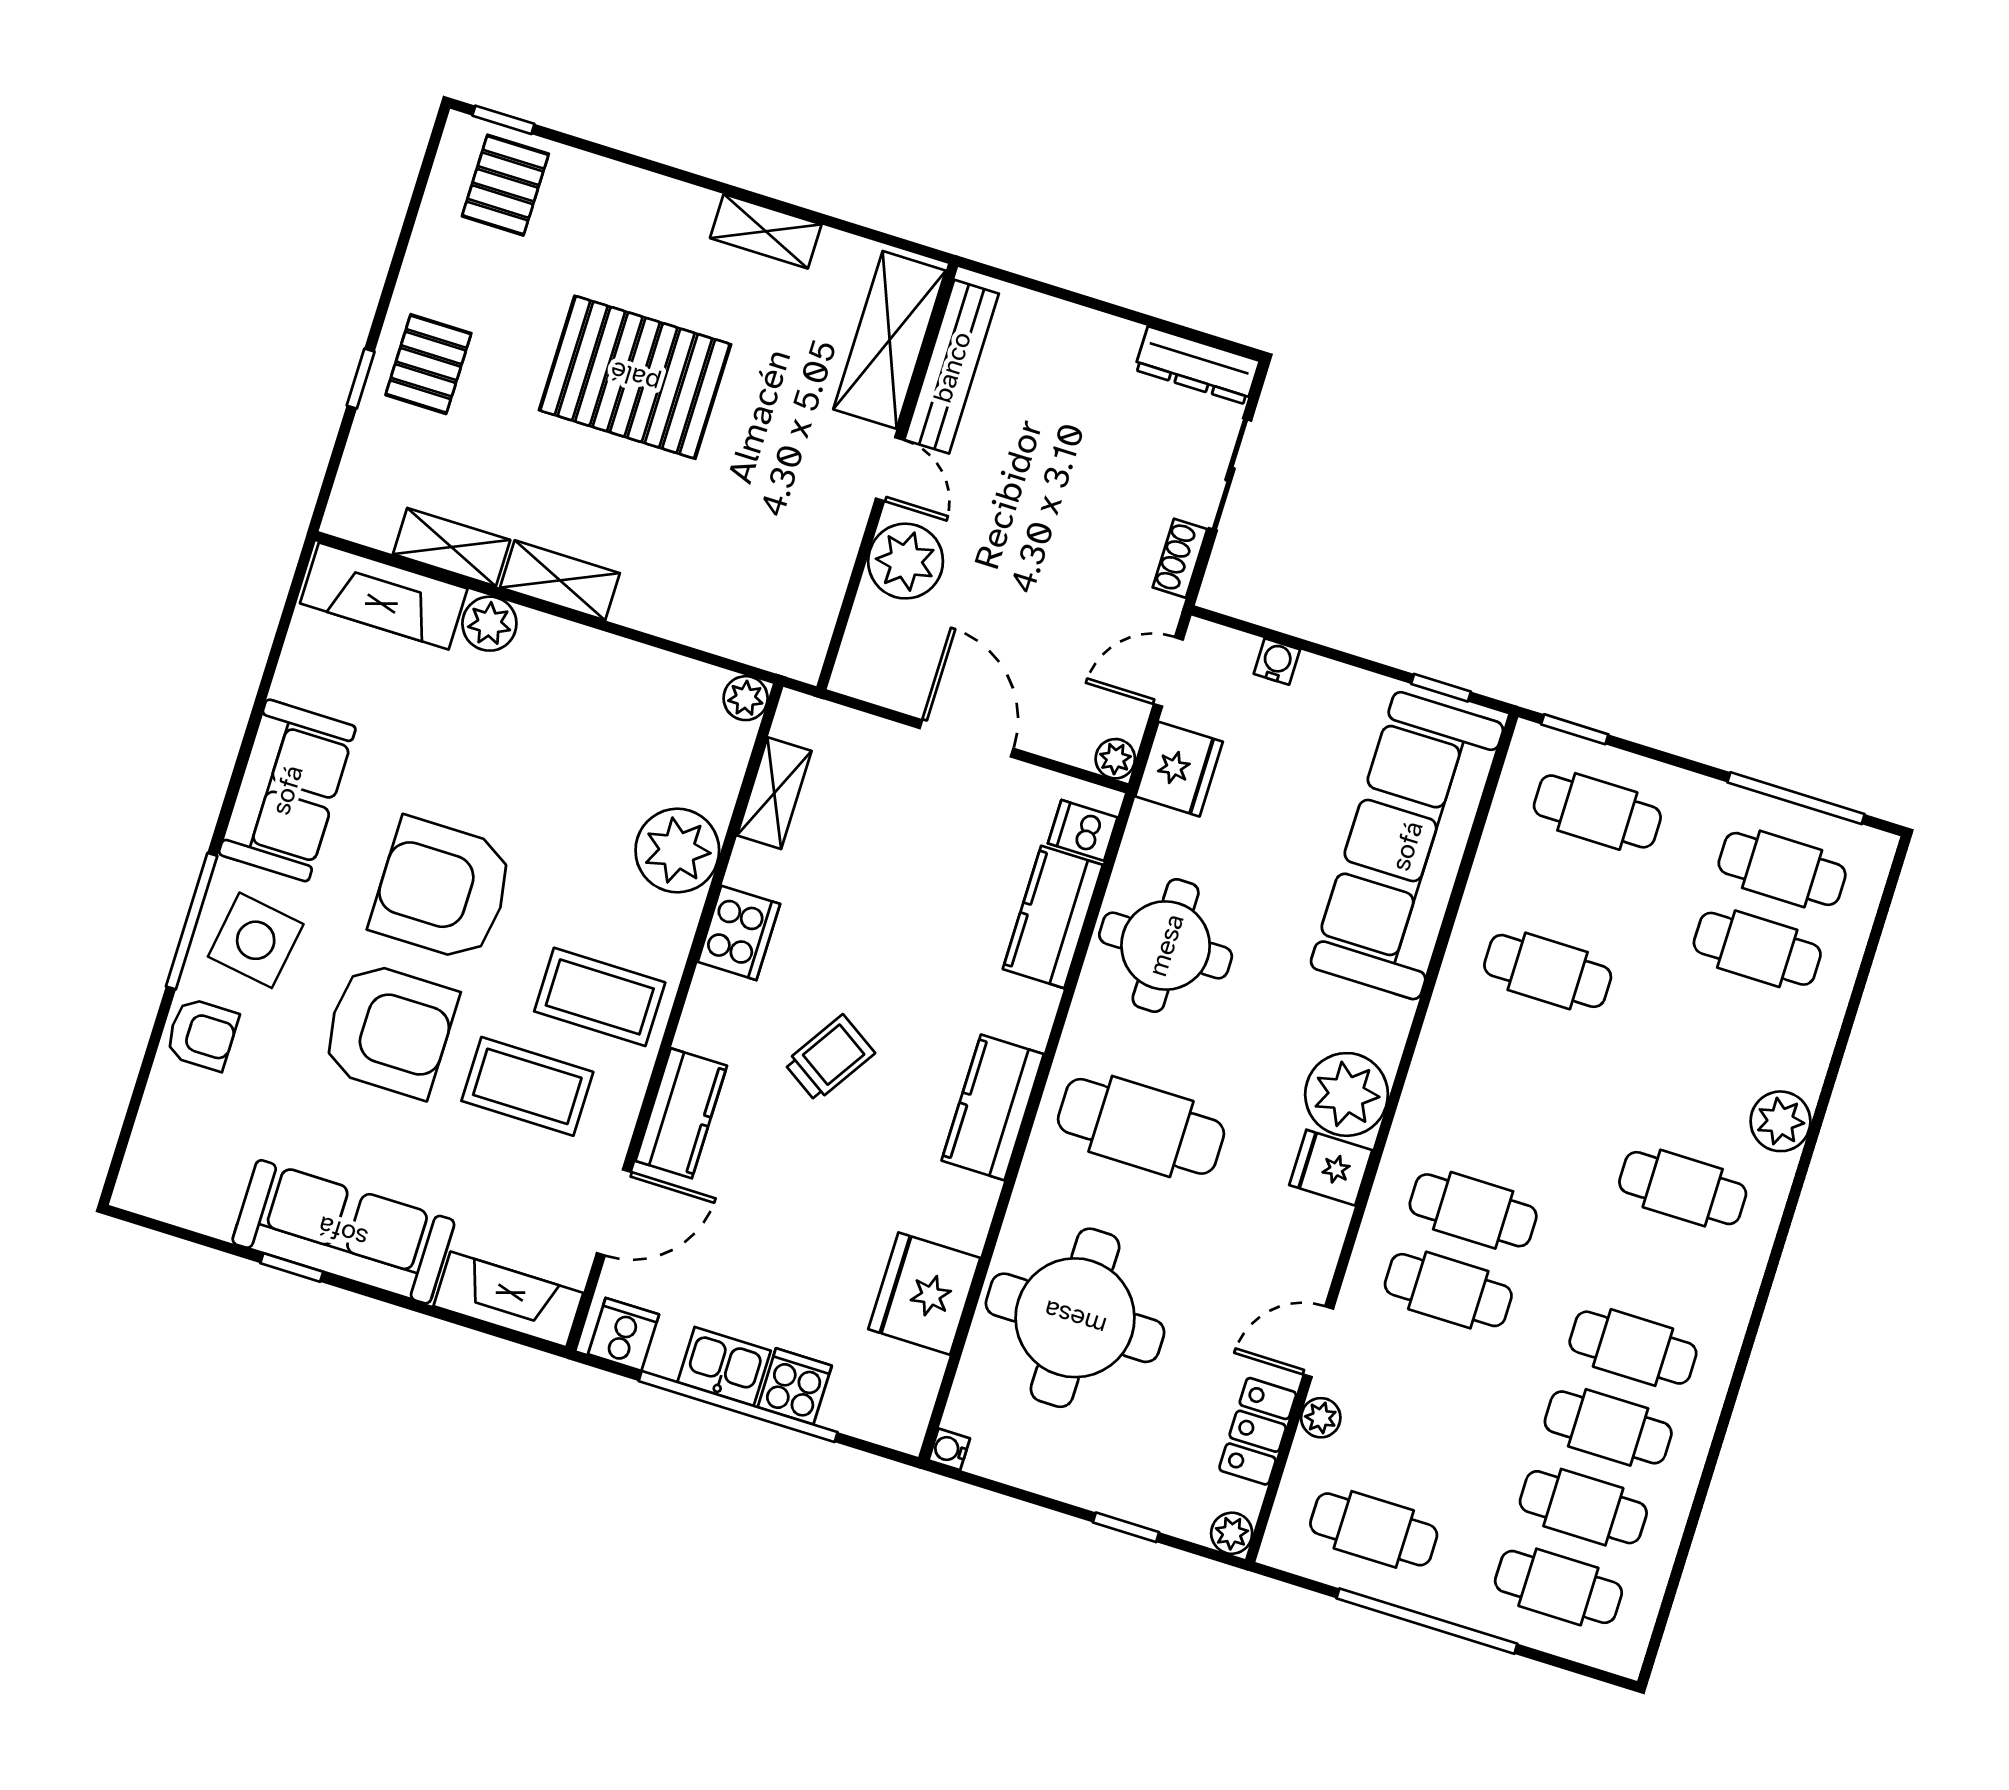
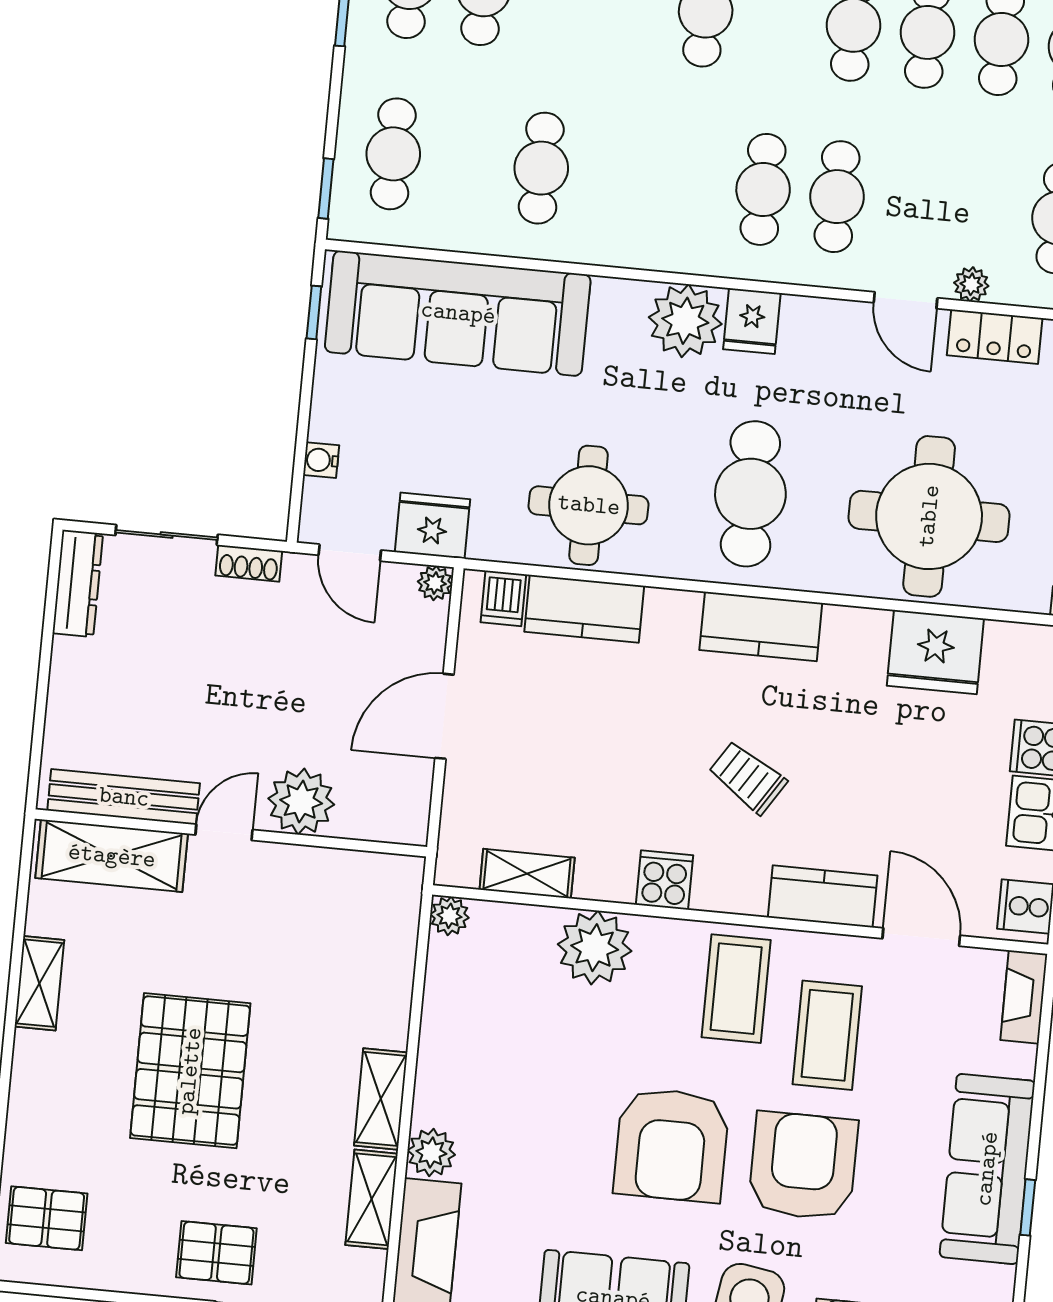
cooker: (739, 933) -> (665, 880), width x0.73
fireplace: (508, 1299) -> (1024, 997), width x0.73, depth x0.76

